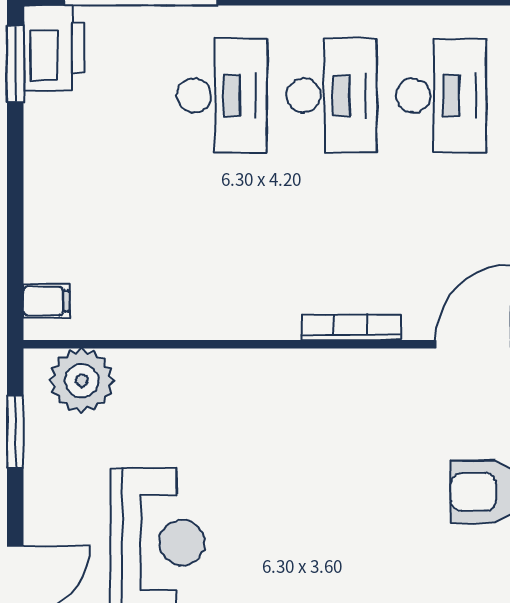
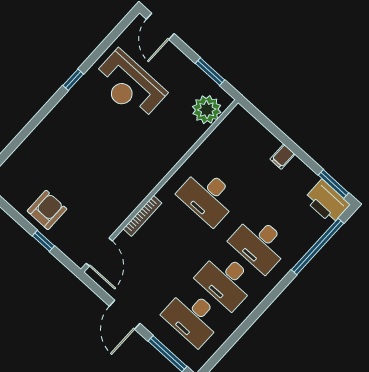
desk: (222, 250) -> (208, 196), added
filing cabinet: (46, 301) -> (283, 157), moved

